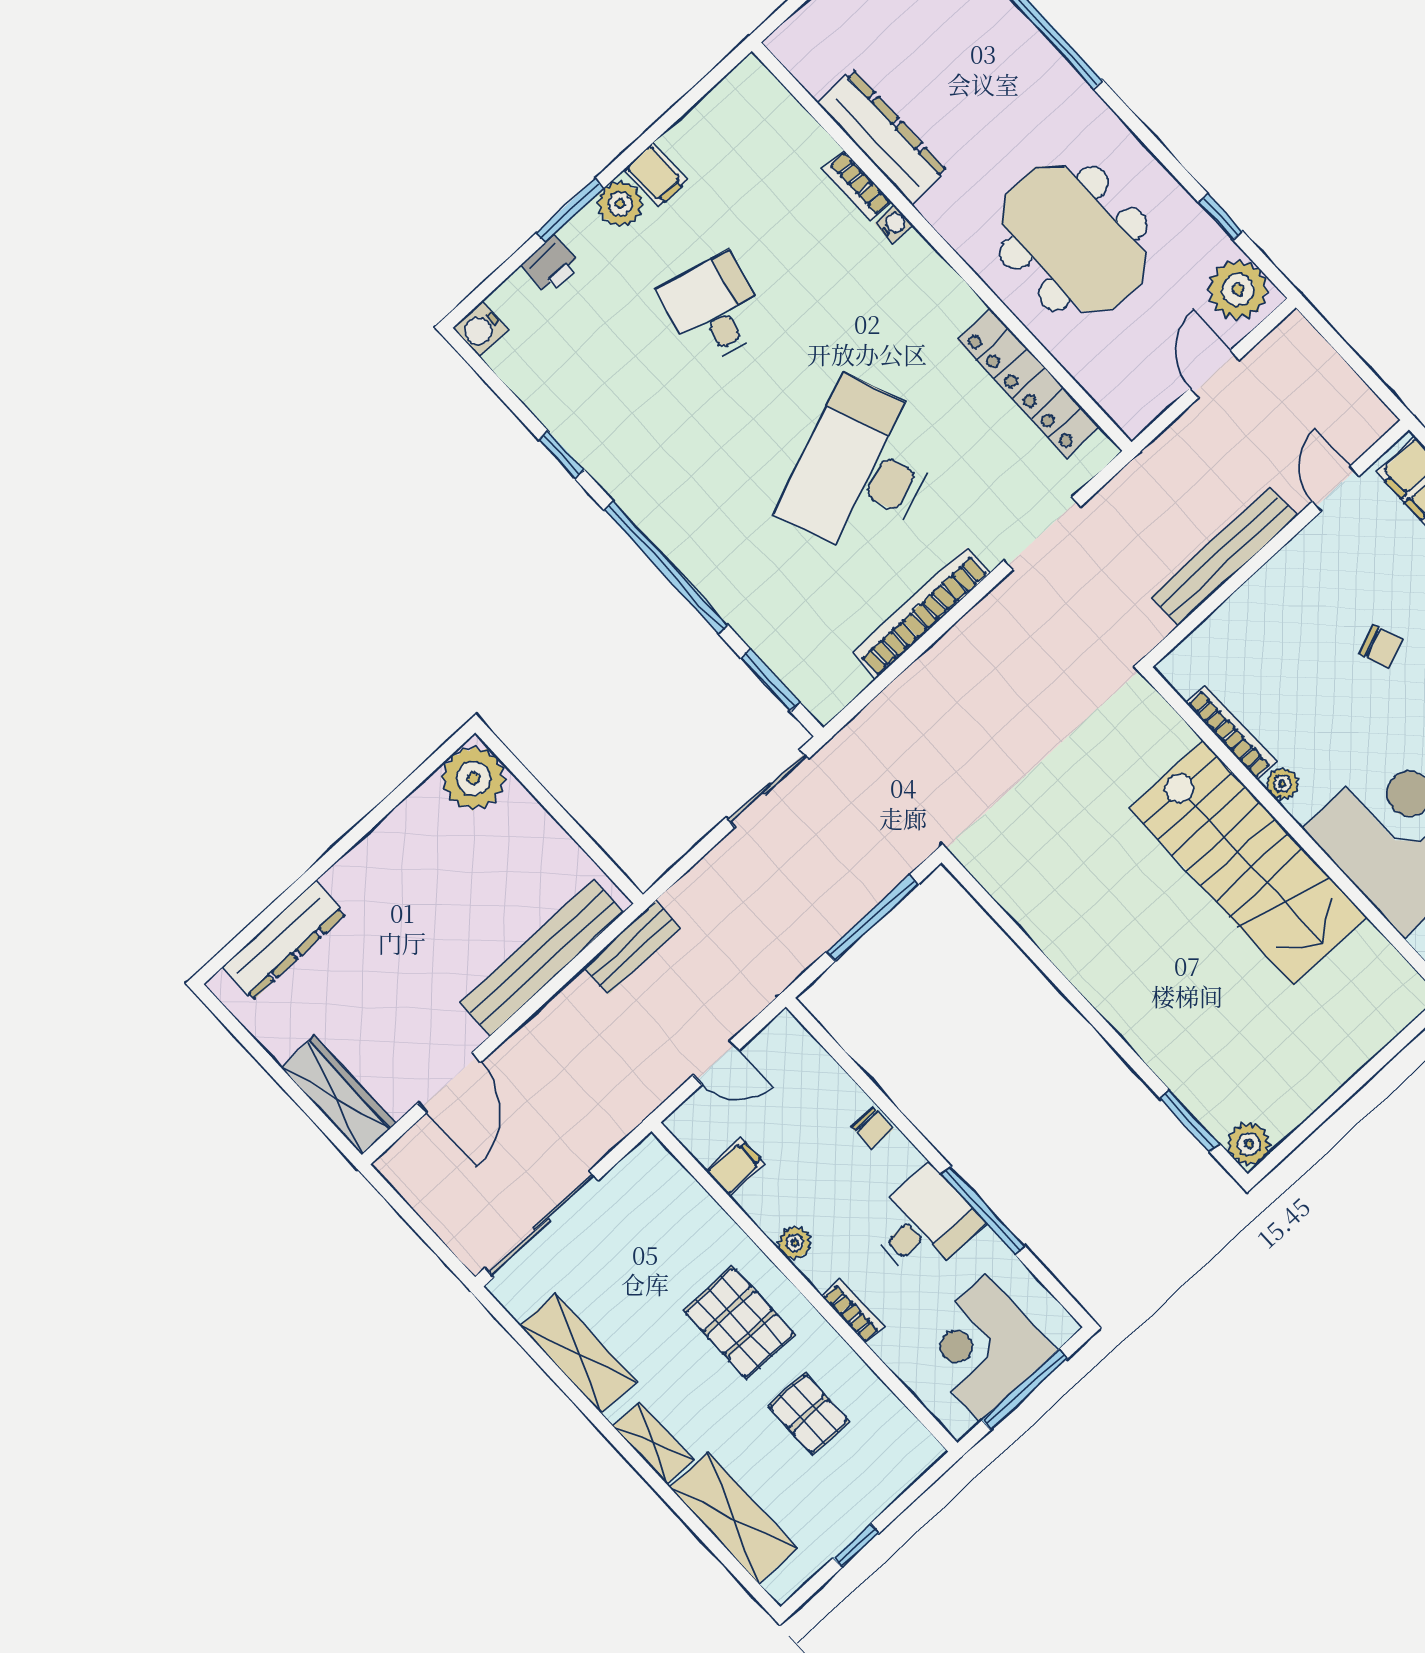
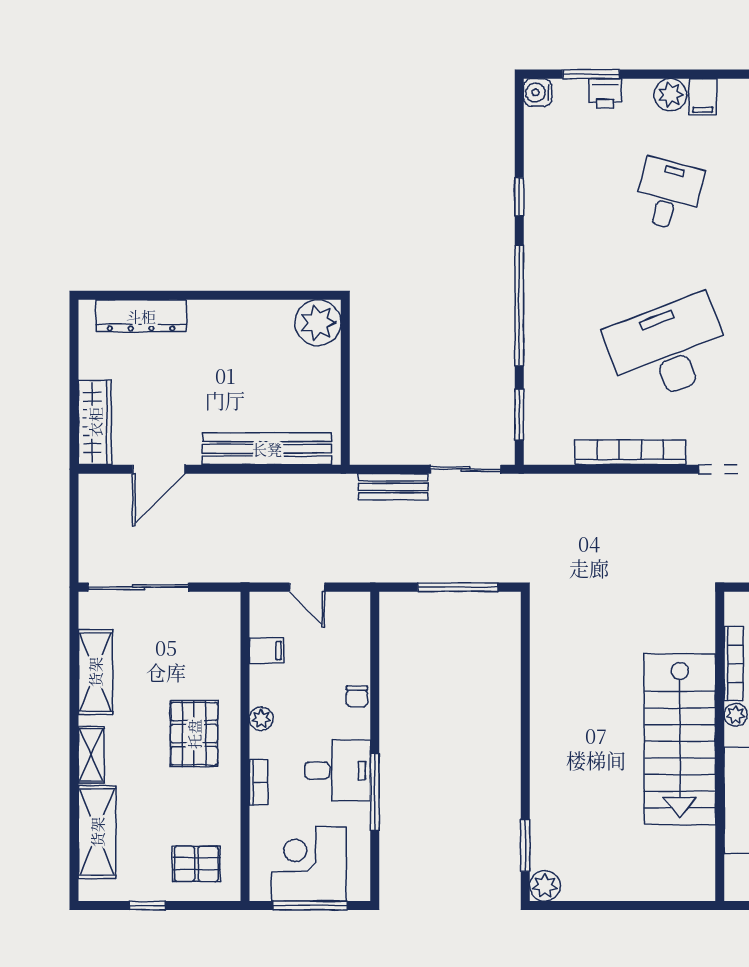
window: (570, 211) -> (591, 74), moved
bench: (632, 948) -> (393, 487), moved
pallet: (809, 1414) -> (196, 864), moved, turned 90

